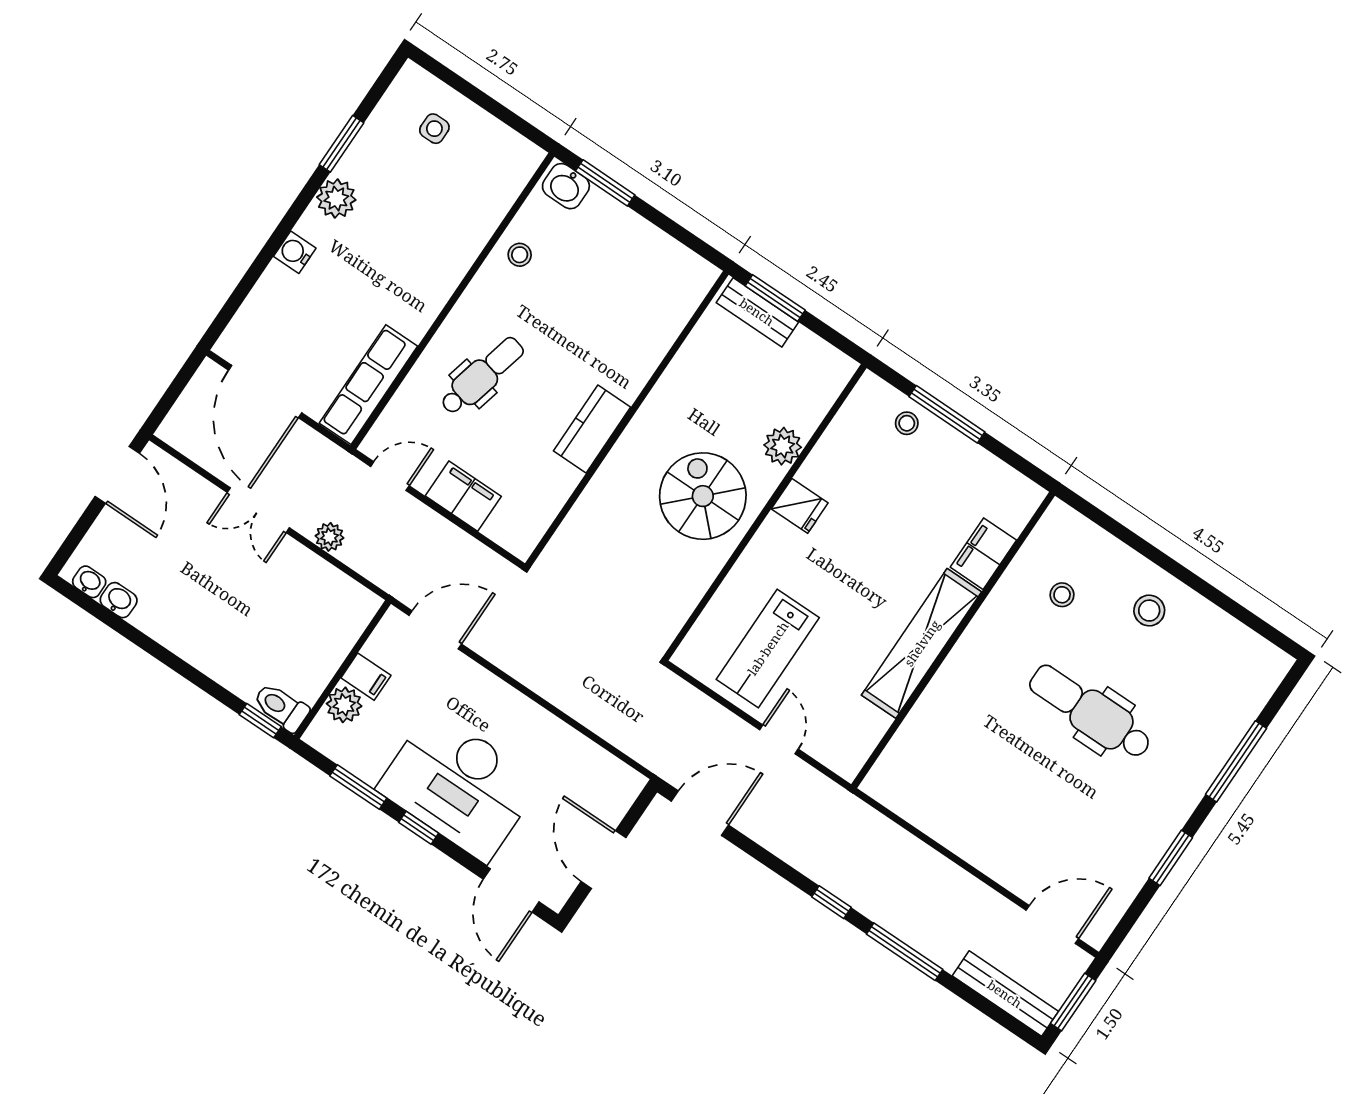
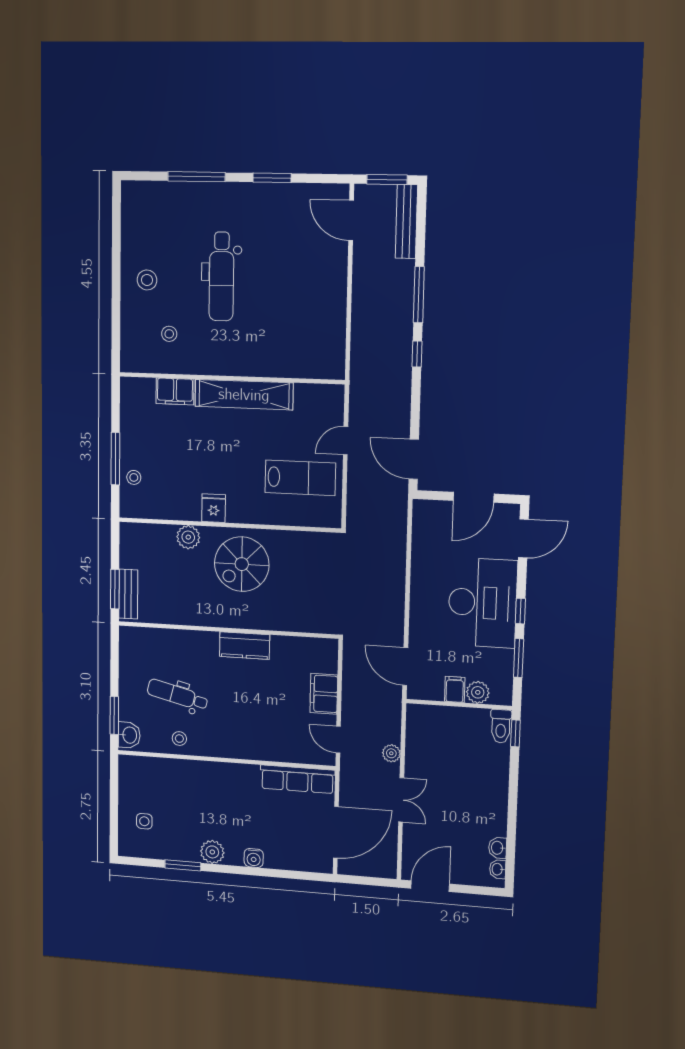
dental chair: (482, 376) -> (177, 695), moved

